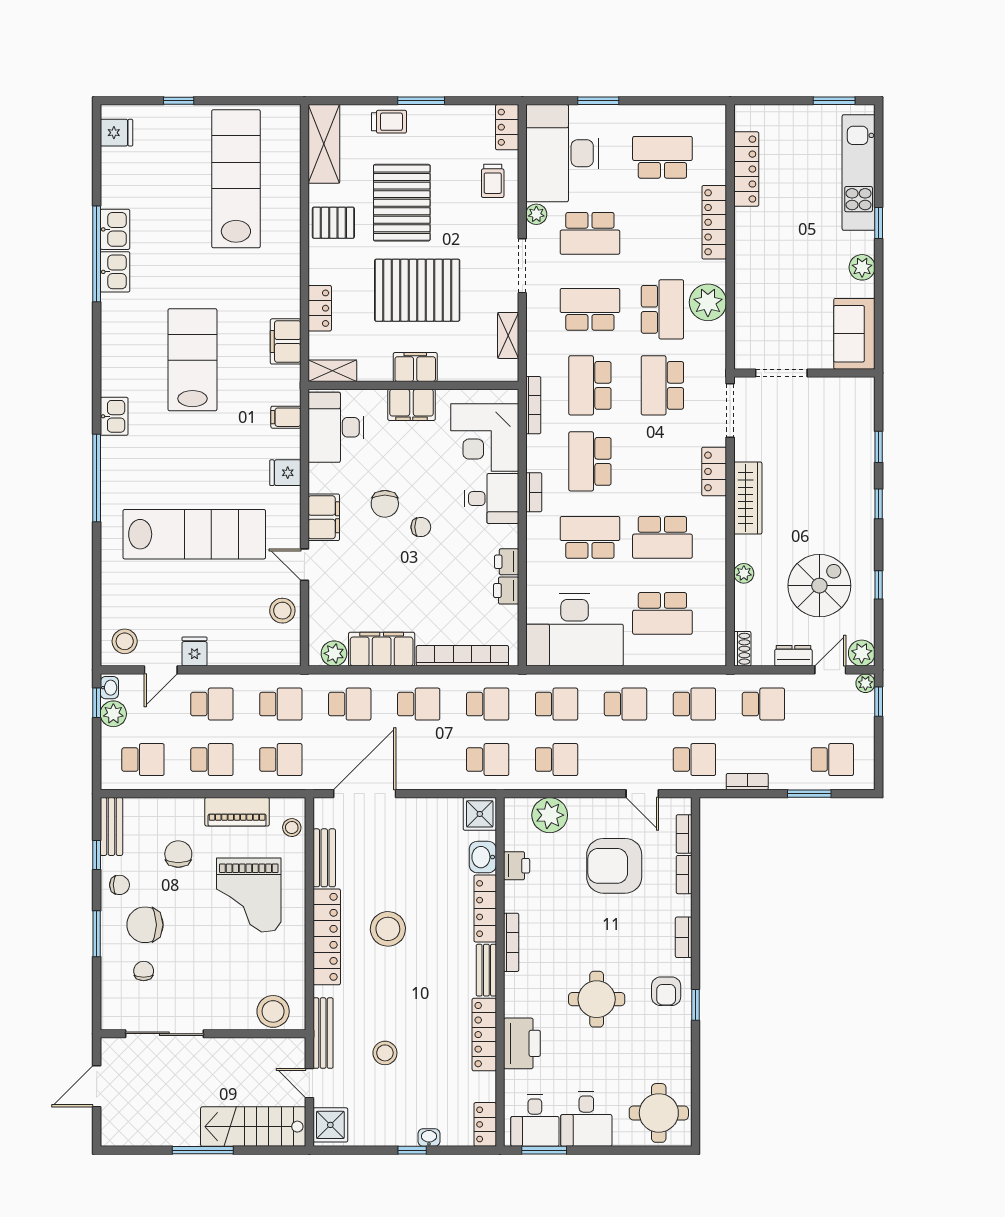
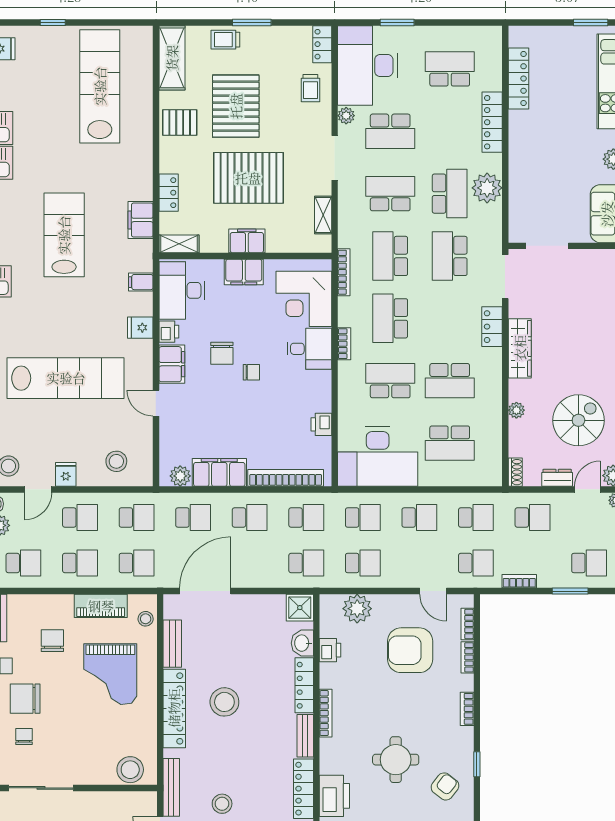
trolley: (389, 122) -> (225, 40), turned 180
printer: (507, 562) -> (169, 332), moved, turned 180
stool: (282, 611) -> (116, 461), moved
armchair: (666, 991) -> (445, 786), moved, turned -142

